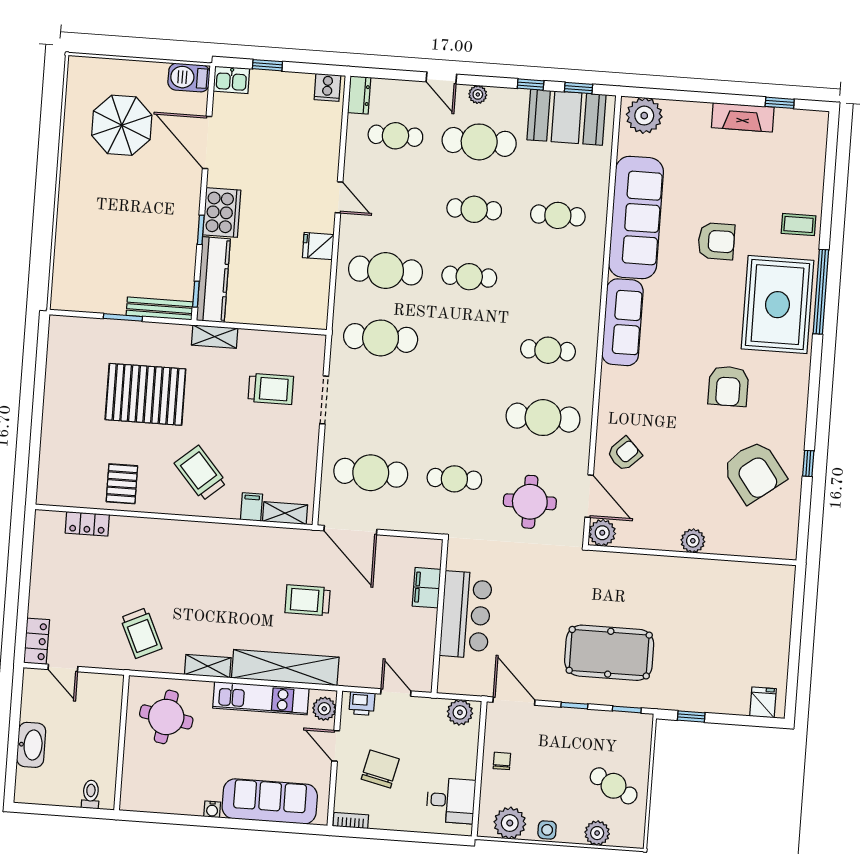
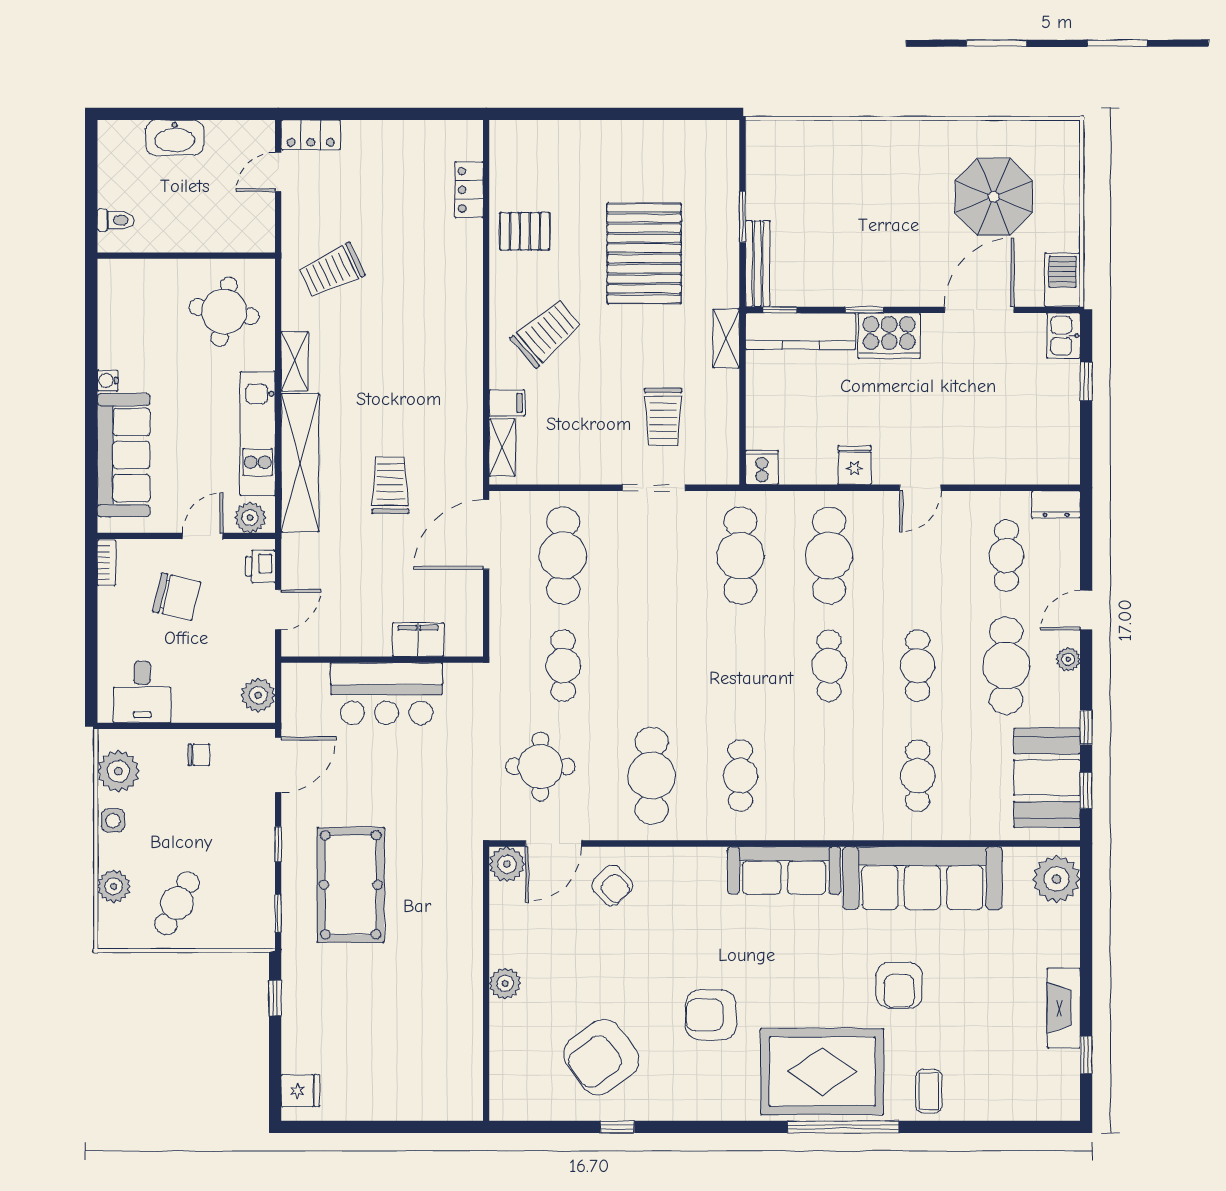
cooker: (327, 87) -> (762, 468), moved, turned 90

